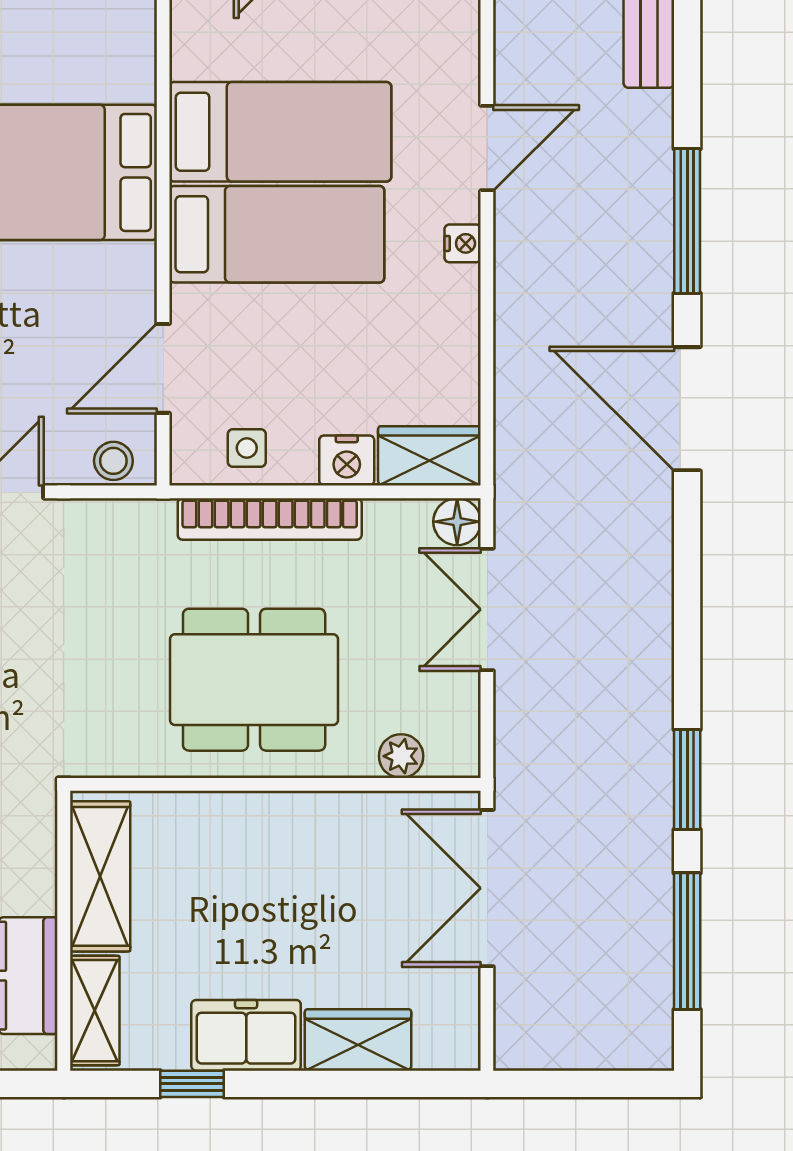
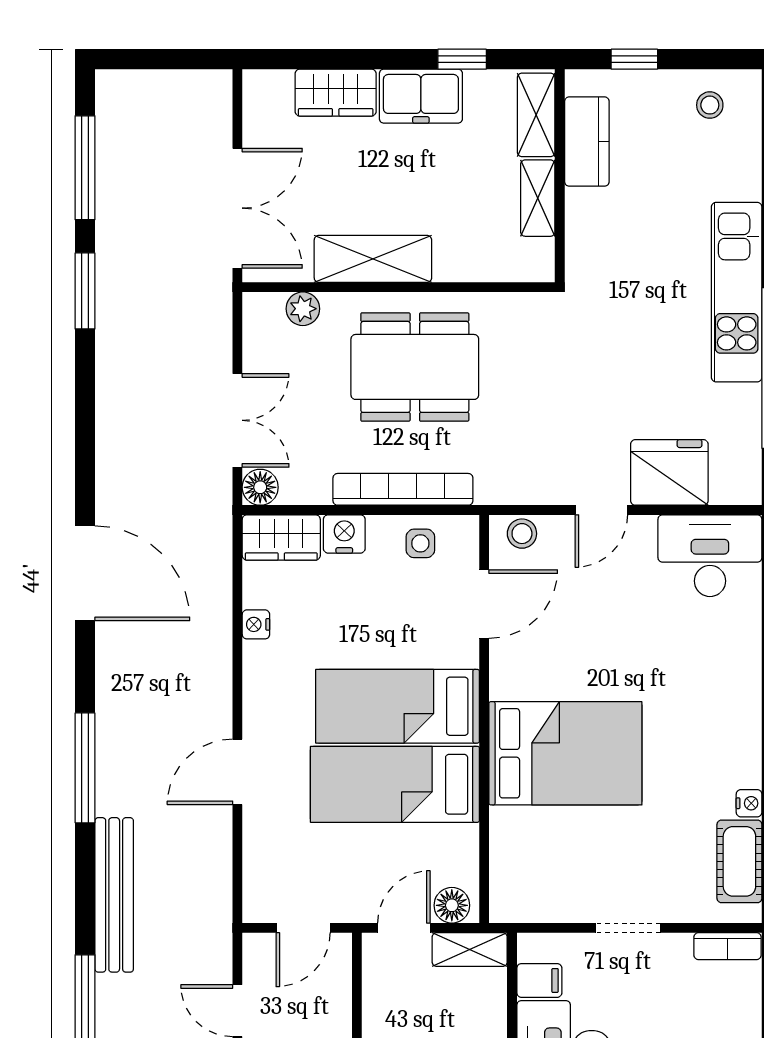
window: (687, 221) -> (85, 768), moved
nightstand: (463, 243) -> (256, 624), moved
shelving: (309, 822) -> (373, 259), added
shelving: (100, 876) -> (538, 198), width x0.67, depth x0.75

